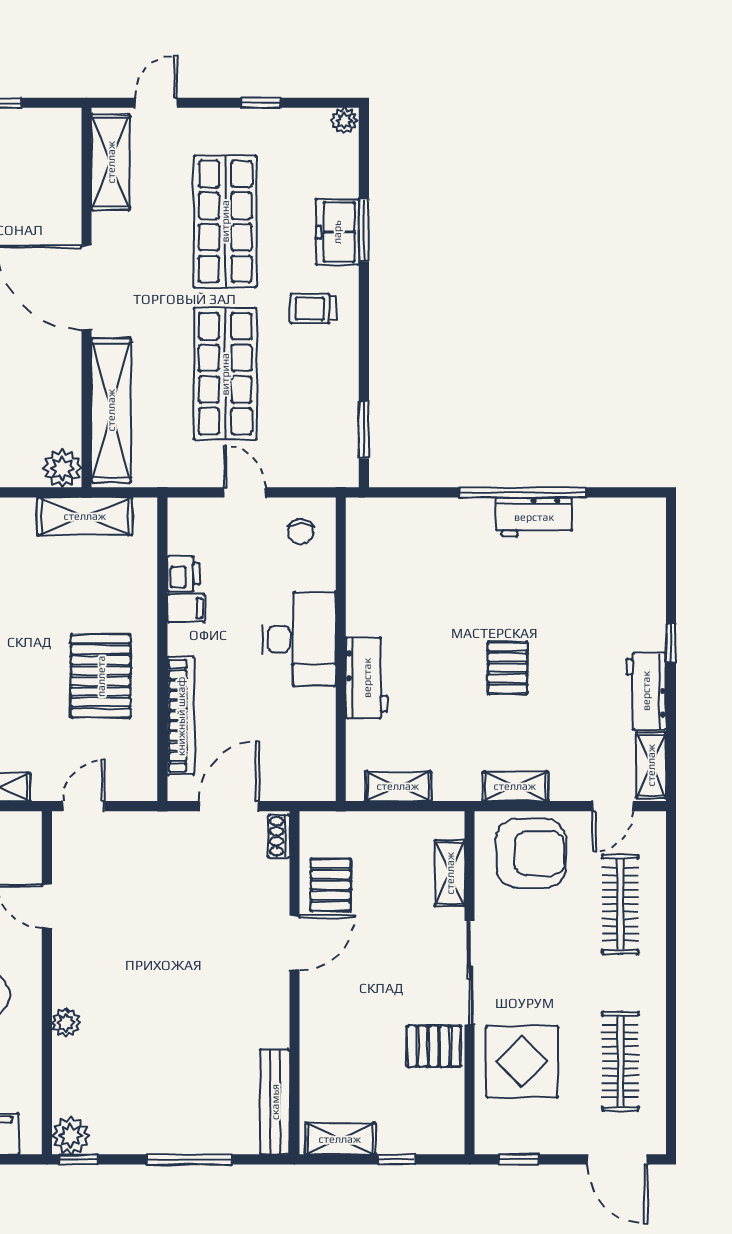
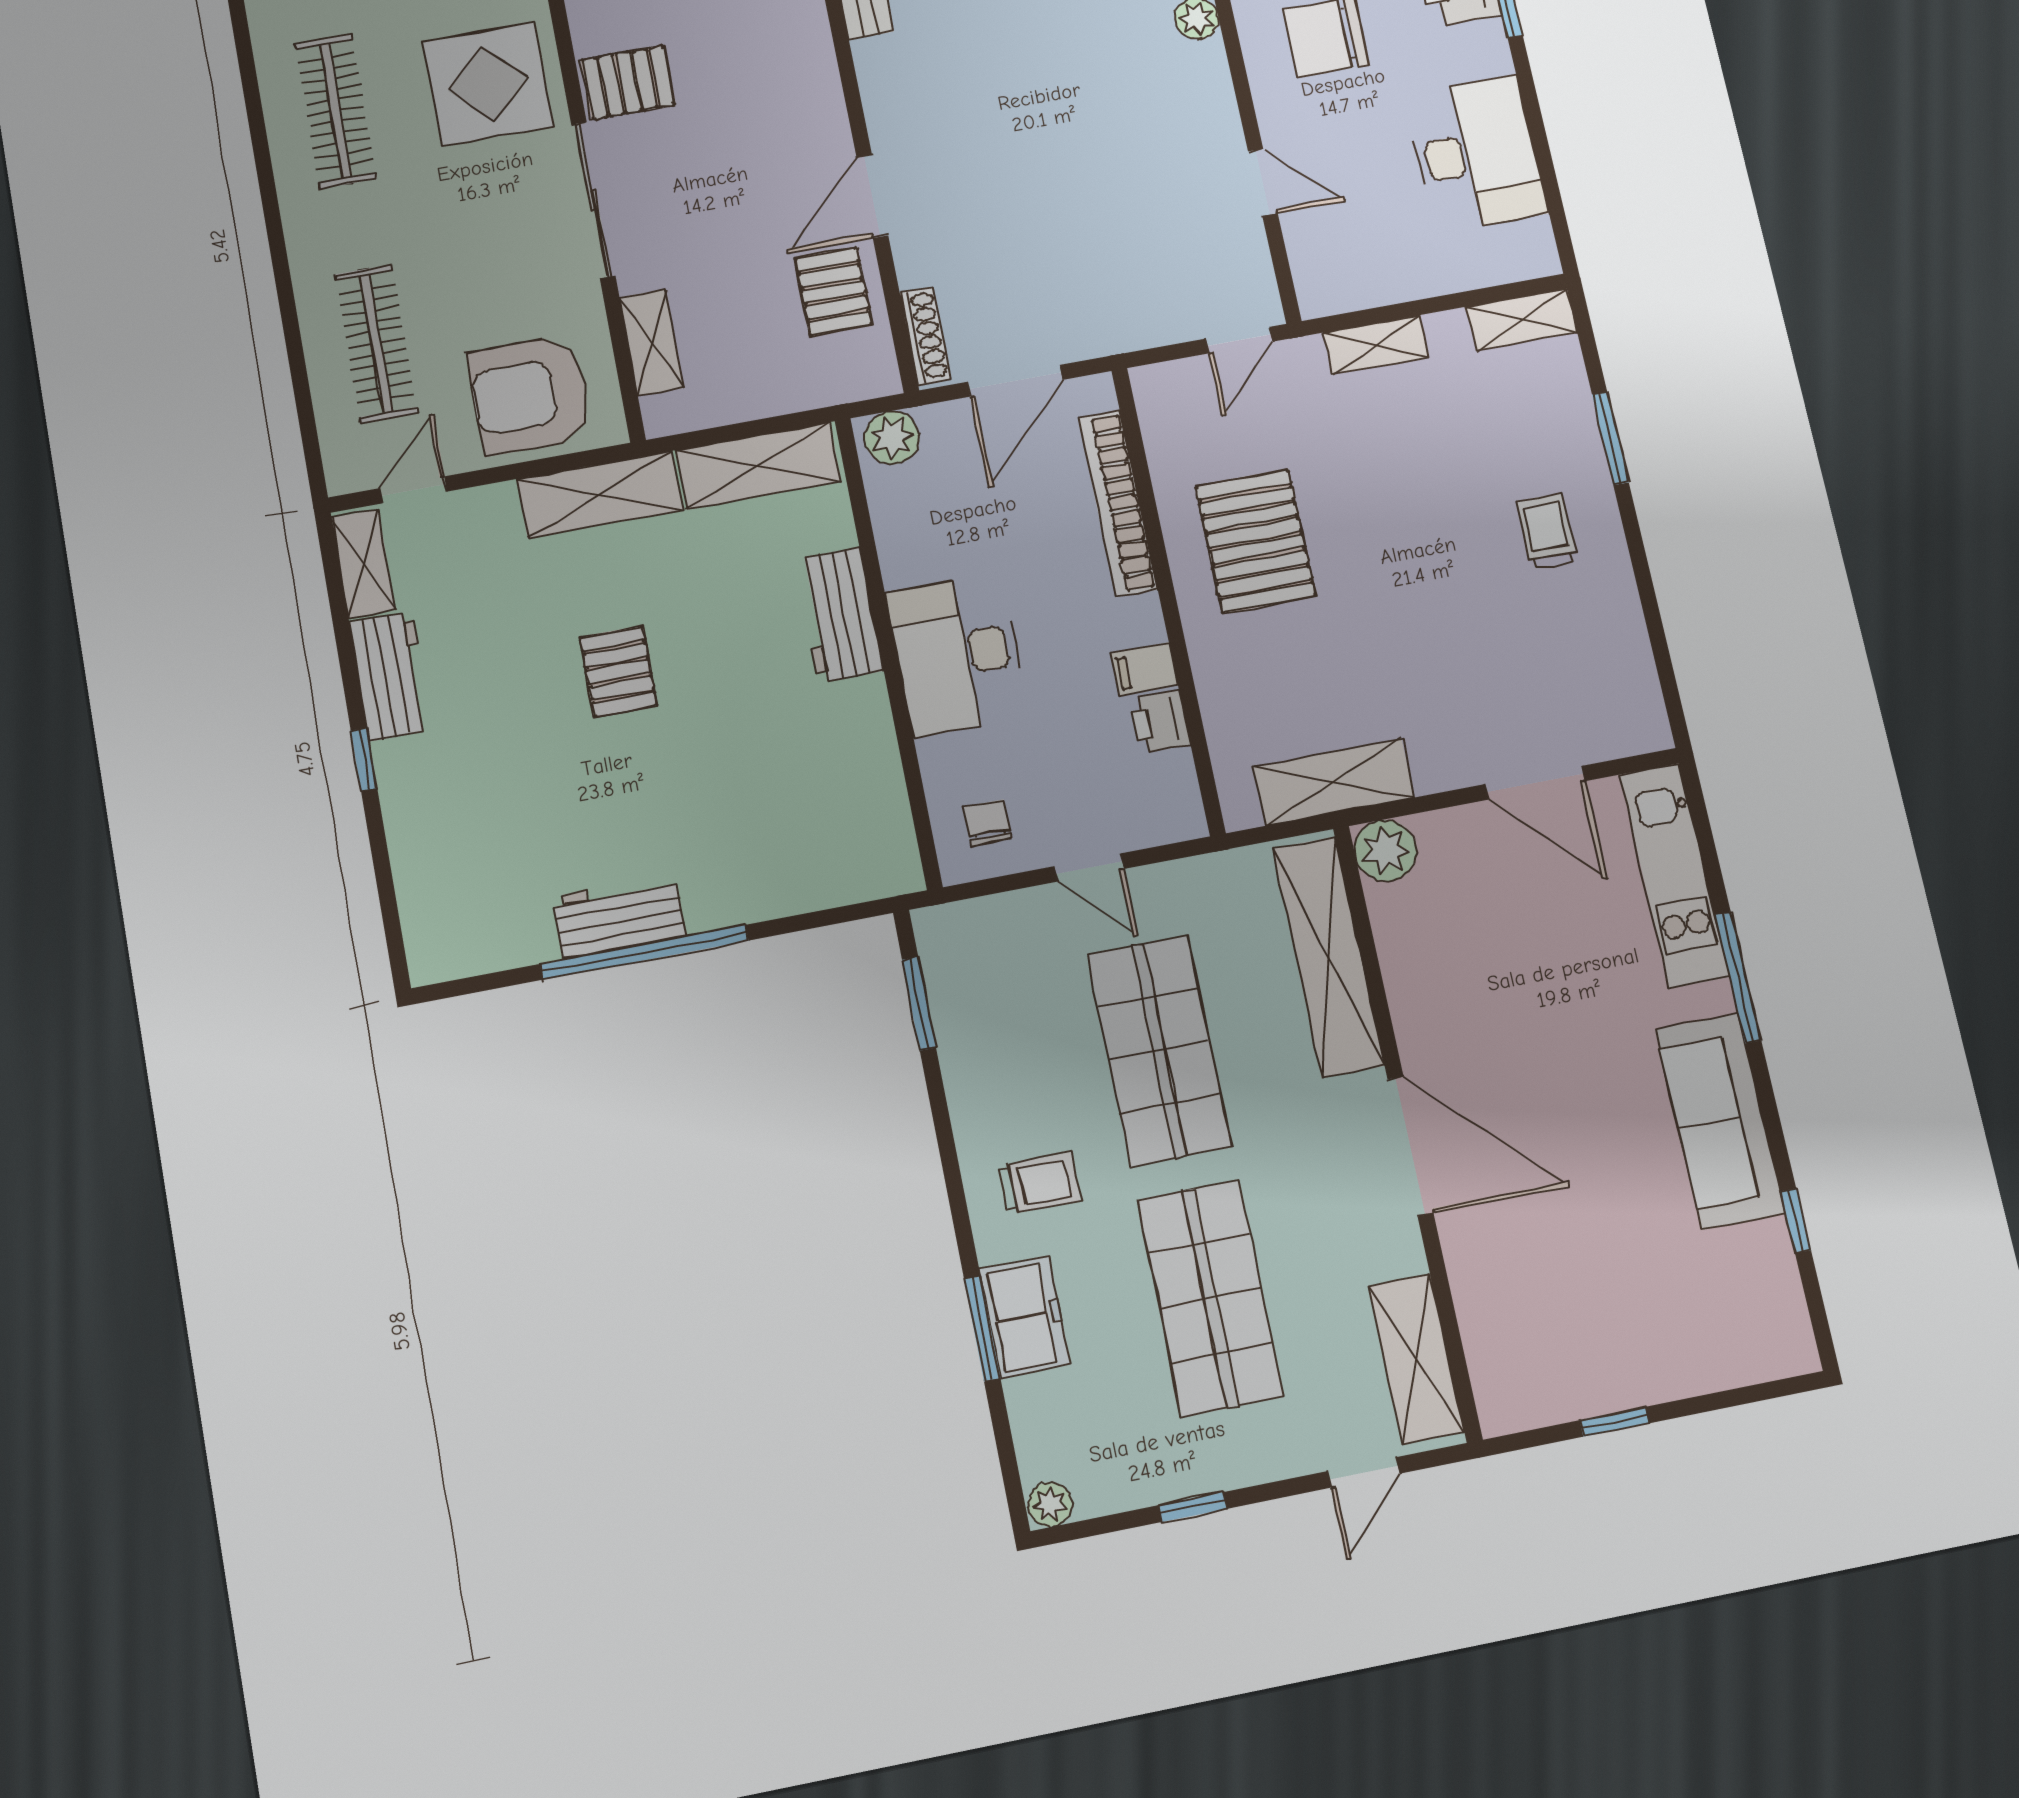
plant: (312, 784) -> (892, 438), added
shelving: (398, 786) -> (758, 466), width x1.50, depth x1.33
shelving: (515, 786) -> (600, 495), width x1.50, depth x1.33
shoe rack: (279, 836) -> (925, 336), width x1.43

